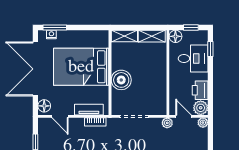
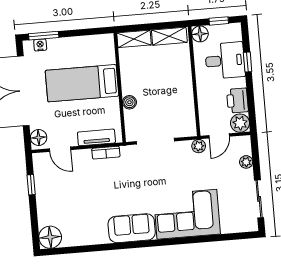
window: (210, 49) -> (248, 62), moved
bed: (81, 67) -> (82, 83), width x0.67
boiler: (121, 80) -> (129, 102), width x0.54, depth x0.54
door: (184, 116) -> (219, 136), swing flipped
plant: (203, 123) -> (246, 162), moved

